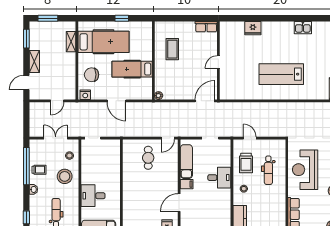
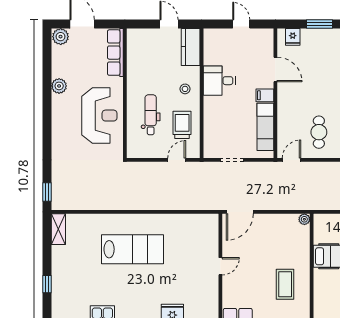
door: (250, 138) -> (177, 160), swing flipped
desk: (219, 178) -> (219, 81), moved
door: (179, 203) -> (275, 69), hinge flipped

